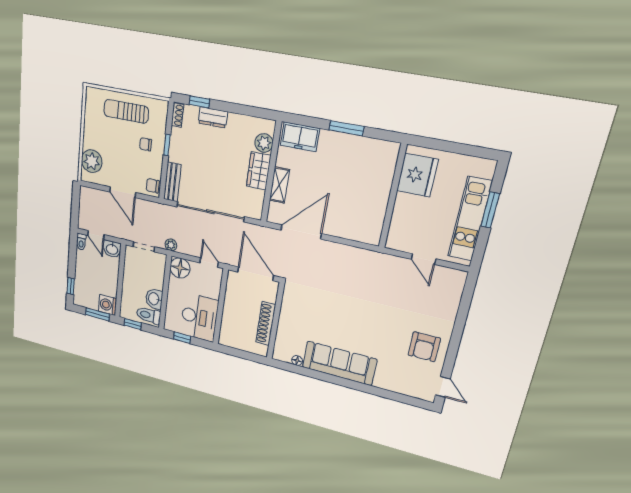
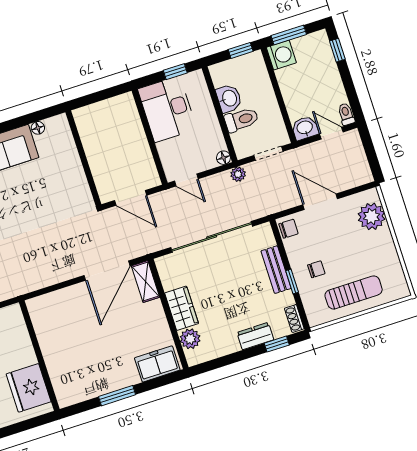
bench: (172, 182) -> (276, 270), moved
shelving: (279, 185) -> (146, 282), moved
floor lamp: (180, 268) -> (223, 158), width x0.53, depth x0.53
door: (256, 274) -> (131, 198), width x0.73
toilet: (149, 315) -> (241, 120), moved
shoe rack: (266, 324) -> (92, 149), removed

